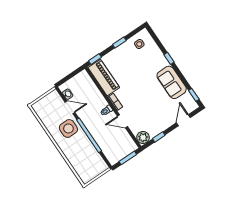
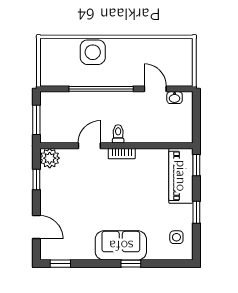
piano: (104, 78) -> (181, 176), moved, turned 90
sofa: (172, 82) -> (121, 245), moved
door: (70, 107) -> (155, 89), swing flipped
side table: (68, 128) -> (93, 52), moved

